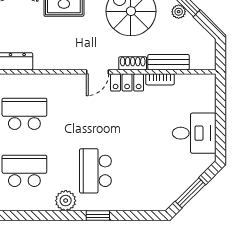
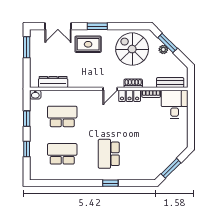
bench: (169, 62) -> (170, 83), moved
desk: (194, 133) -> (175, 104), moved, turned -90
plant: (66, 201) -> (89, 173), removed

